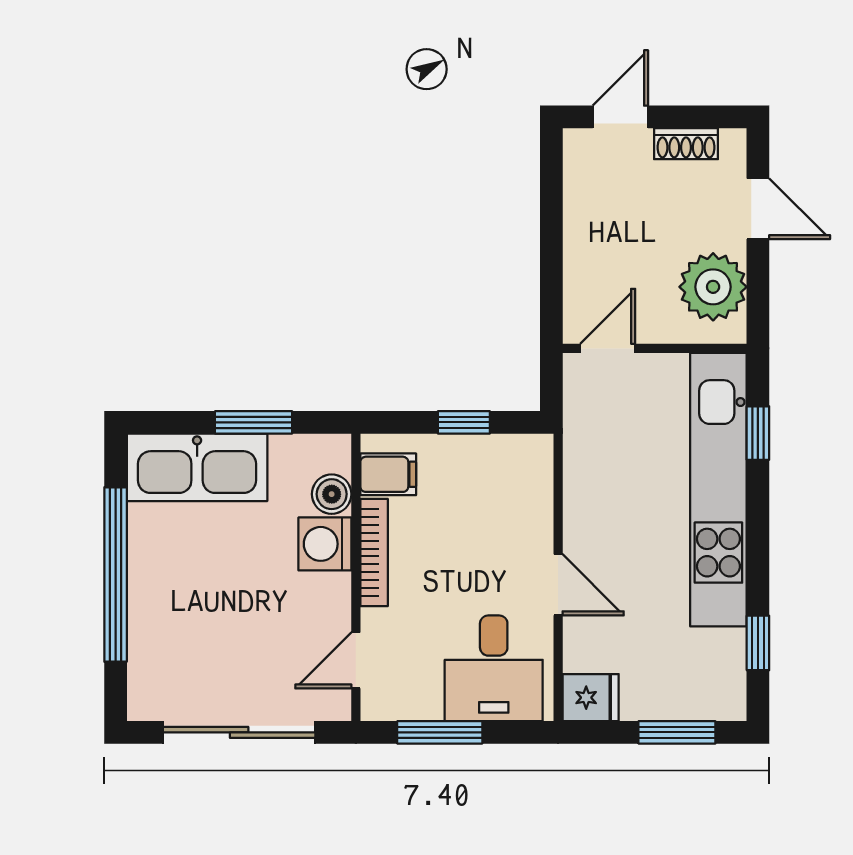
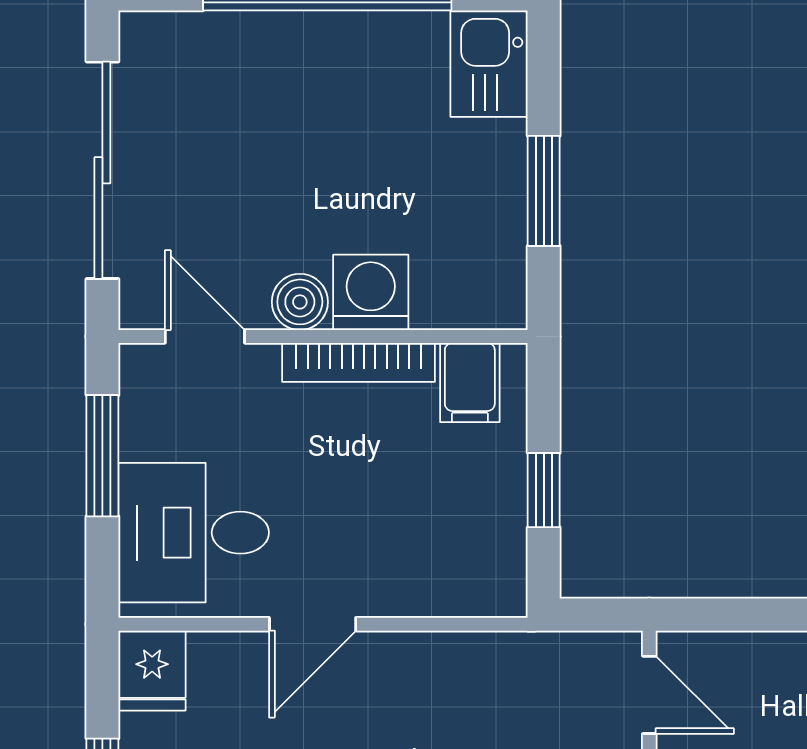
kitchen sink: (197, 467) -> (489, 64), width x0.53, depth x0.81
boiler: (332, 494) -> (300, 302), moved

